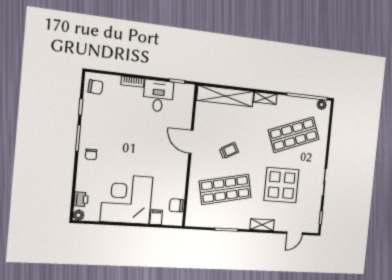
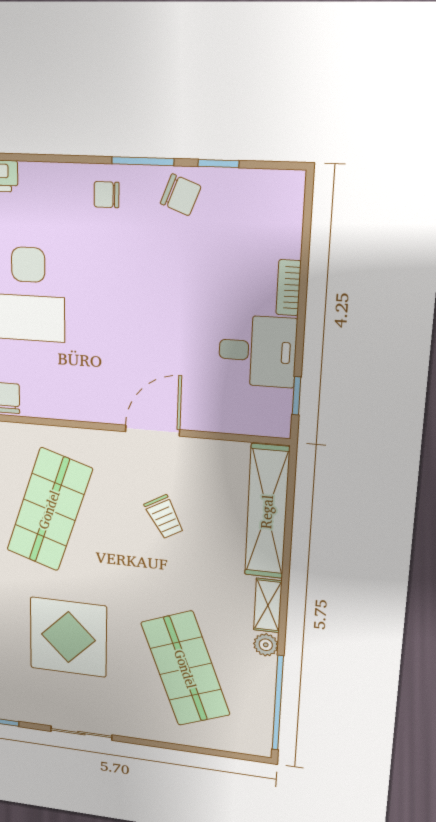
chair: (95, 87) -> (181, 195), moved, turned -73
plant: (322, 105) -> (266, 645), moved
trolley: (229, 151) -> (164, 517), moved
shop shelf: (225, 189) -> (49, 510), turned 30

